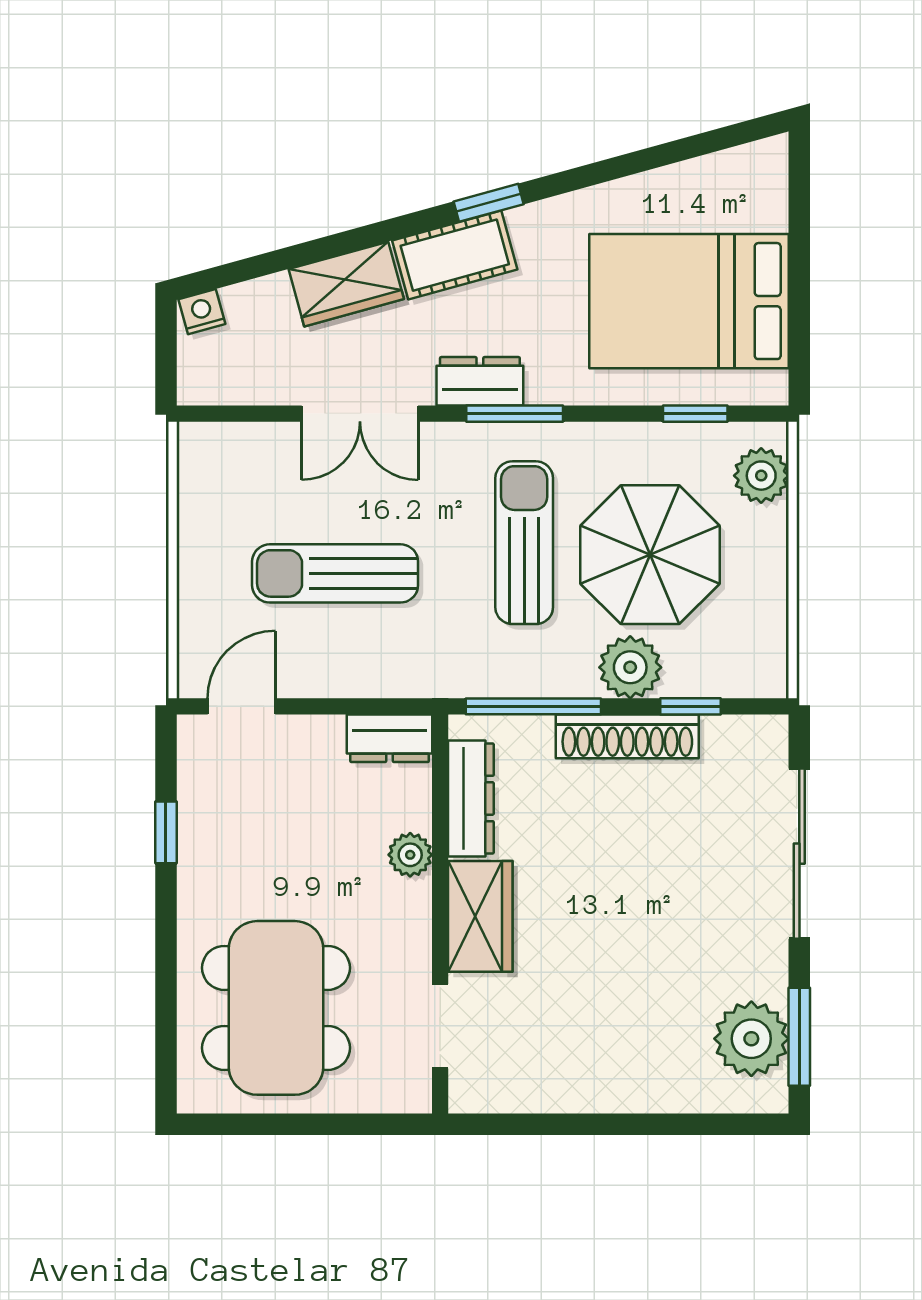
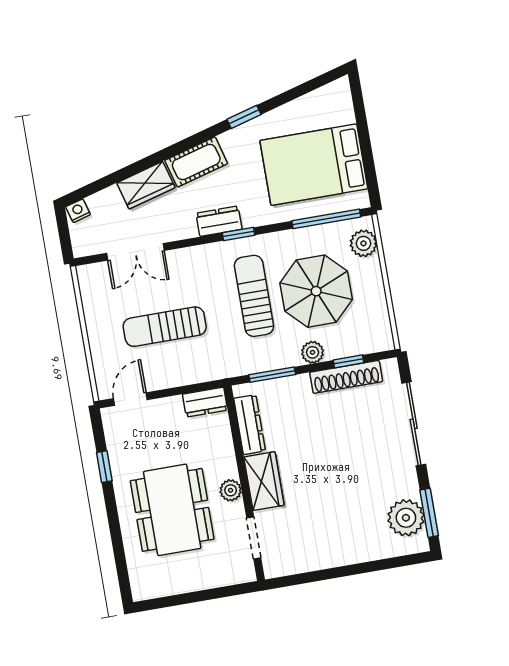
window: (489, 203) -> (244, 117), moved
double door: (360, 414) -> (135, 252), moved
window: (515, 414) -> (239, 234), width x0.67
window: (695, 414) -> (326, 219), width x2.17
plant: (630, 667) -> (313, 352), width x0.73, depth x0.73
window: (533, 706) -> (272, 375), width x0.69
shoe rack: (627, 736) -> (346, 377), moved
plant: (410, 855) -> (231, 490), moved
dining table: (276, 1008) -> (172, 510), moved

